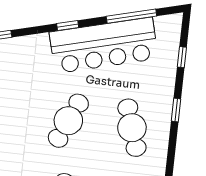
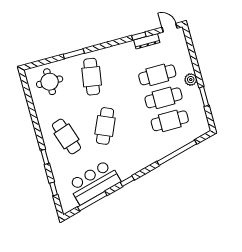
bar counter: (104, 45) -> (94, 182), width x0.73

